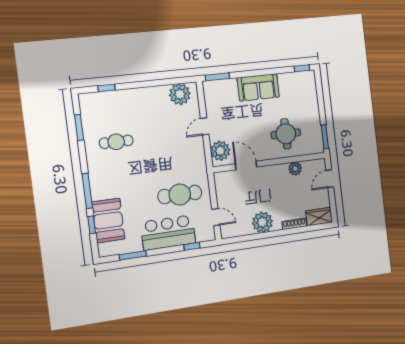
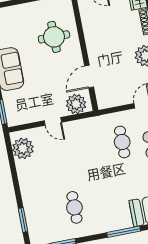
window: (106, 88) -> (23, 220), width x1.50
plant: (295, 169) -> (89, 25), removed
cafe table: (180, 194) -> (122, 142), width x0.73, depth x0.74

